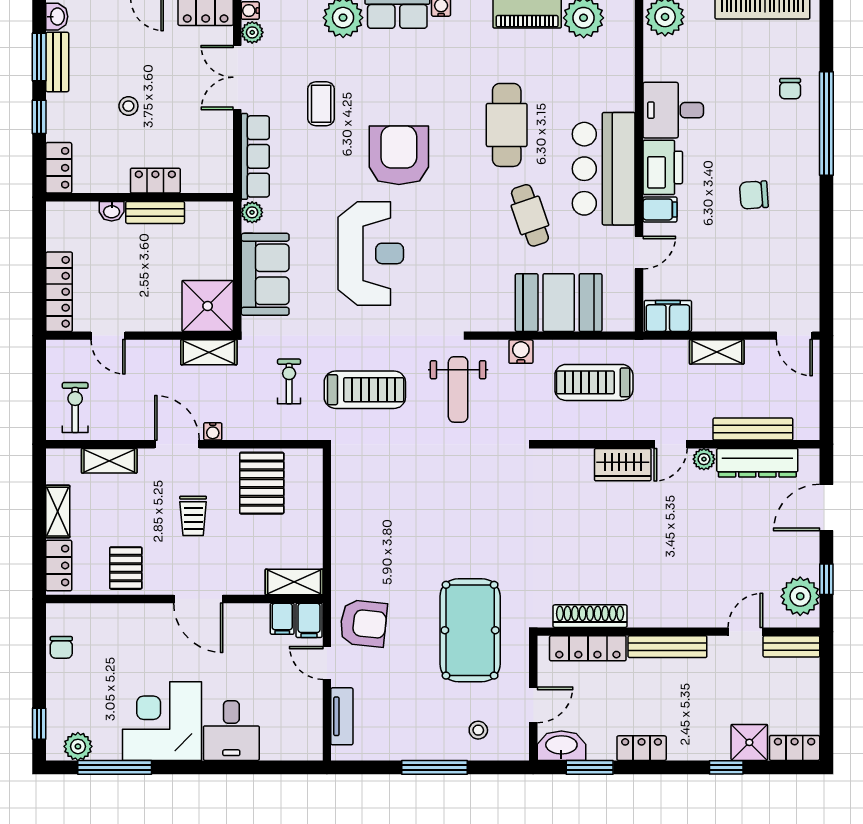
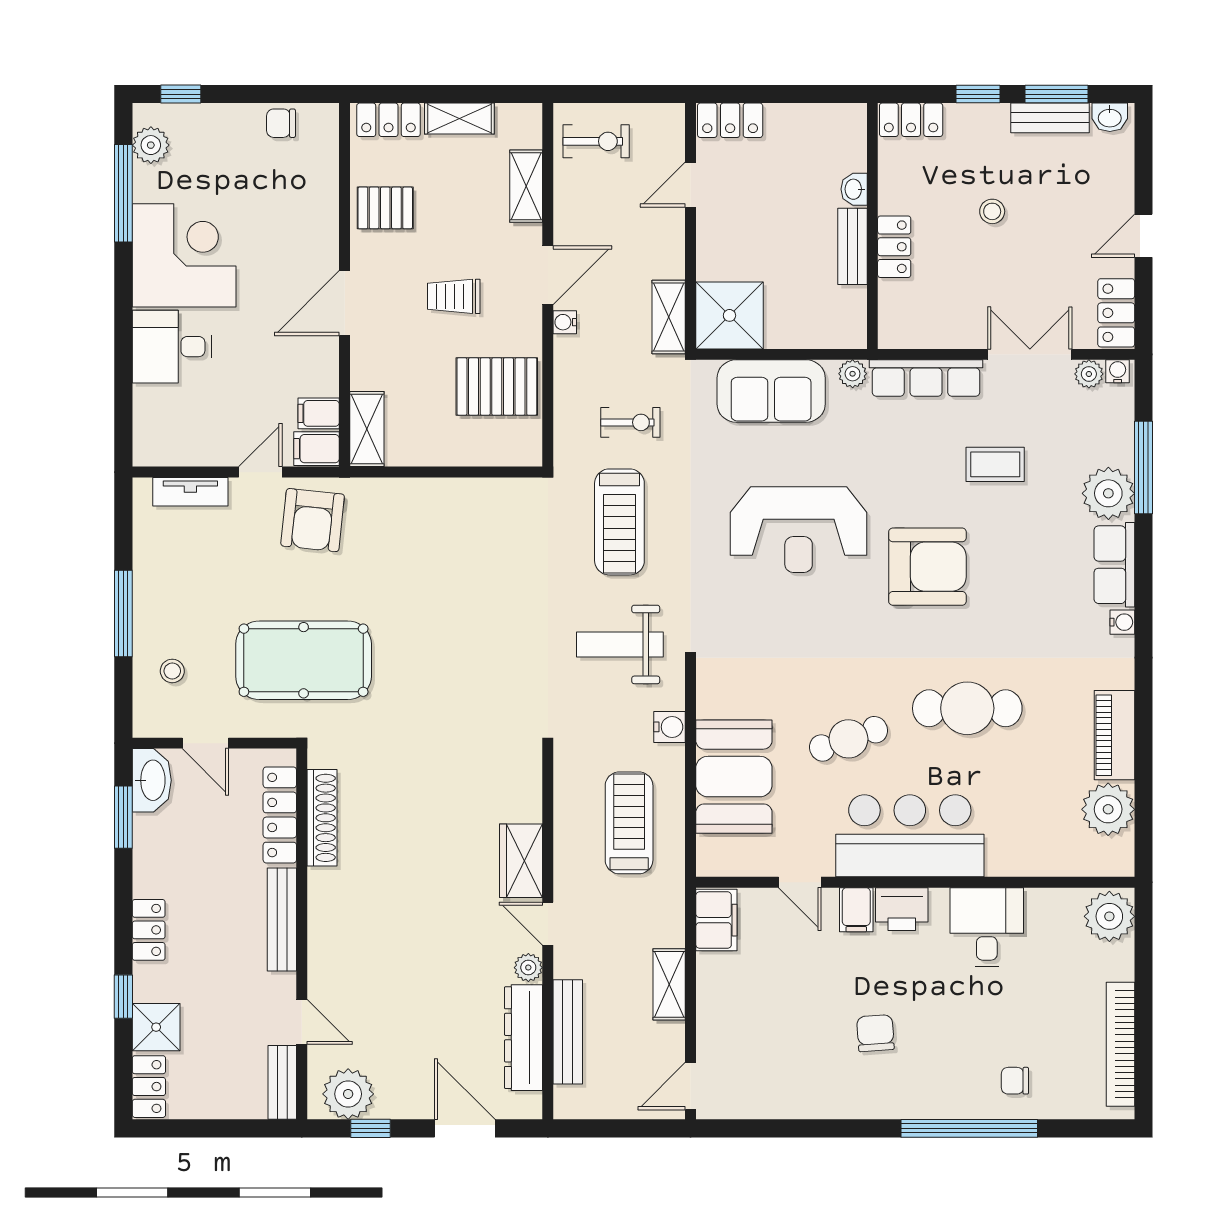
printer: (663, 167) -> (902, 909), width x0.73, depth x0.84
locker: (59, 292) -> (730, 120), width x0.66
locker: (642, 748) -> (149, 930), moved

